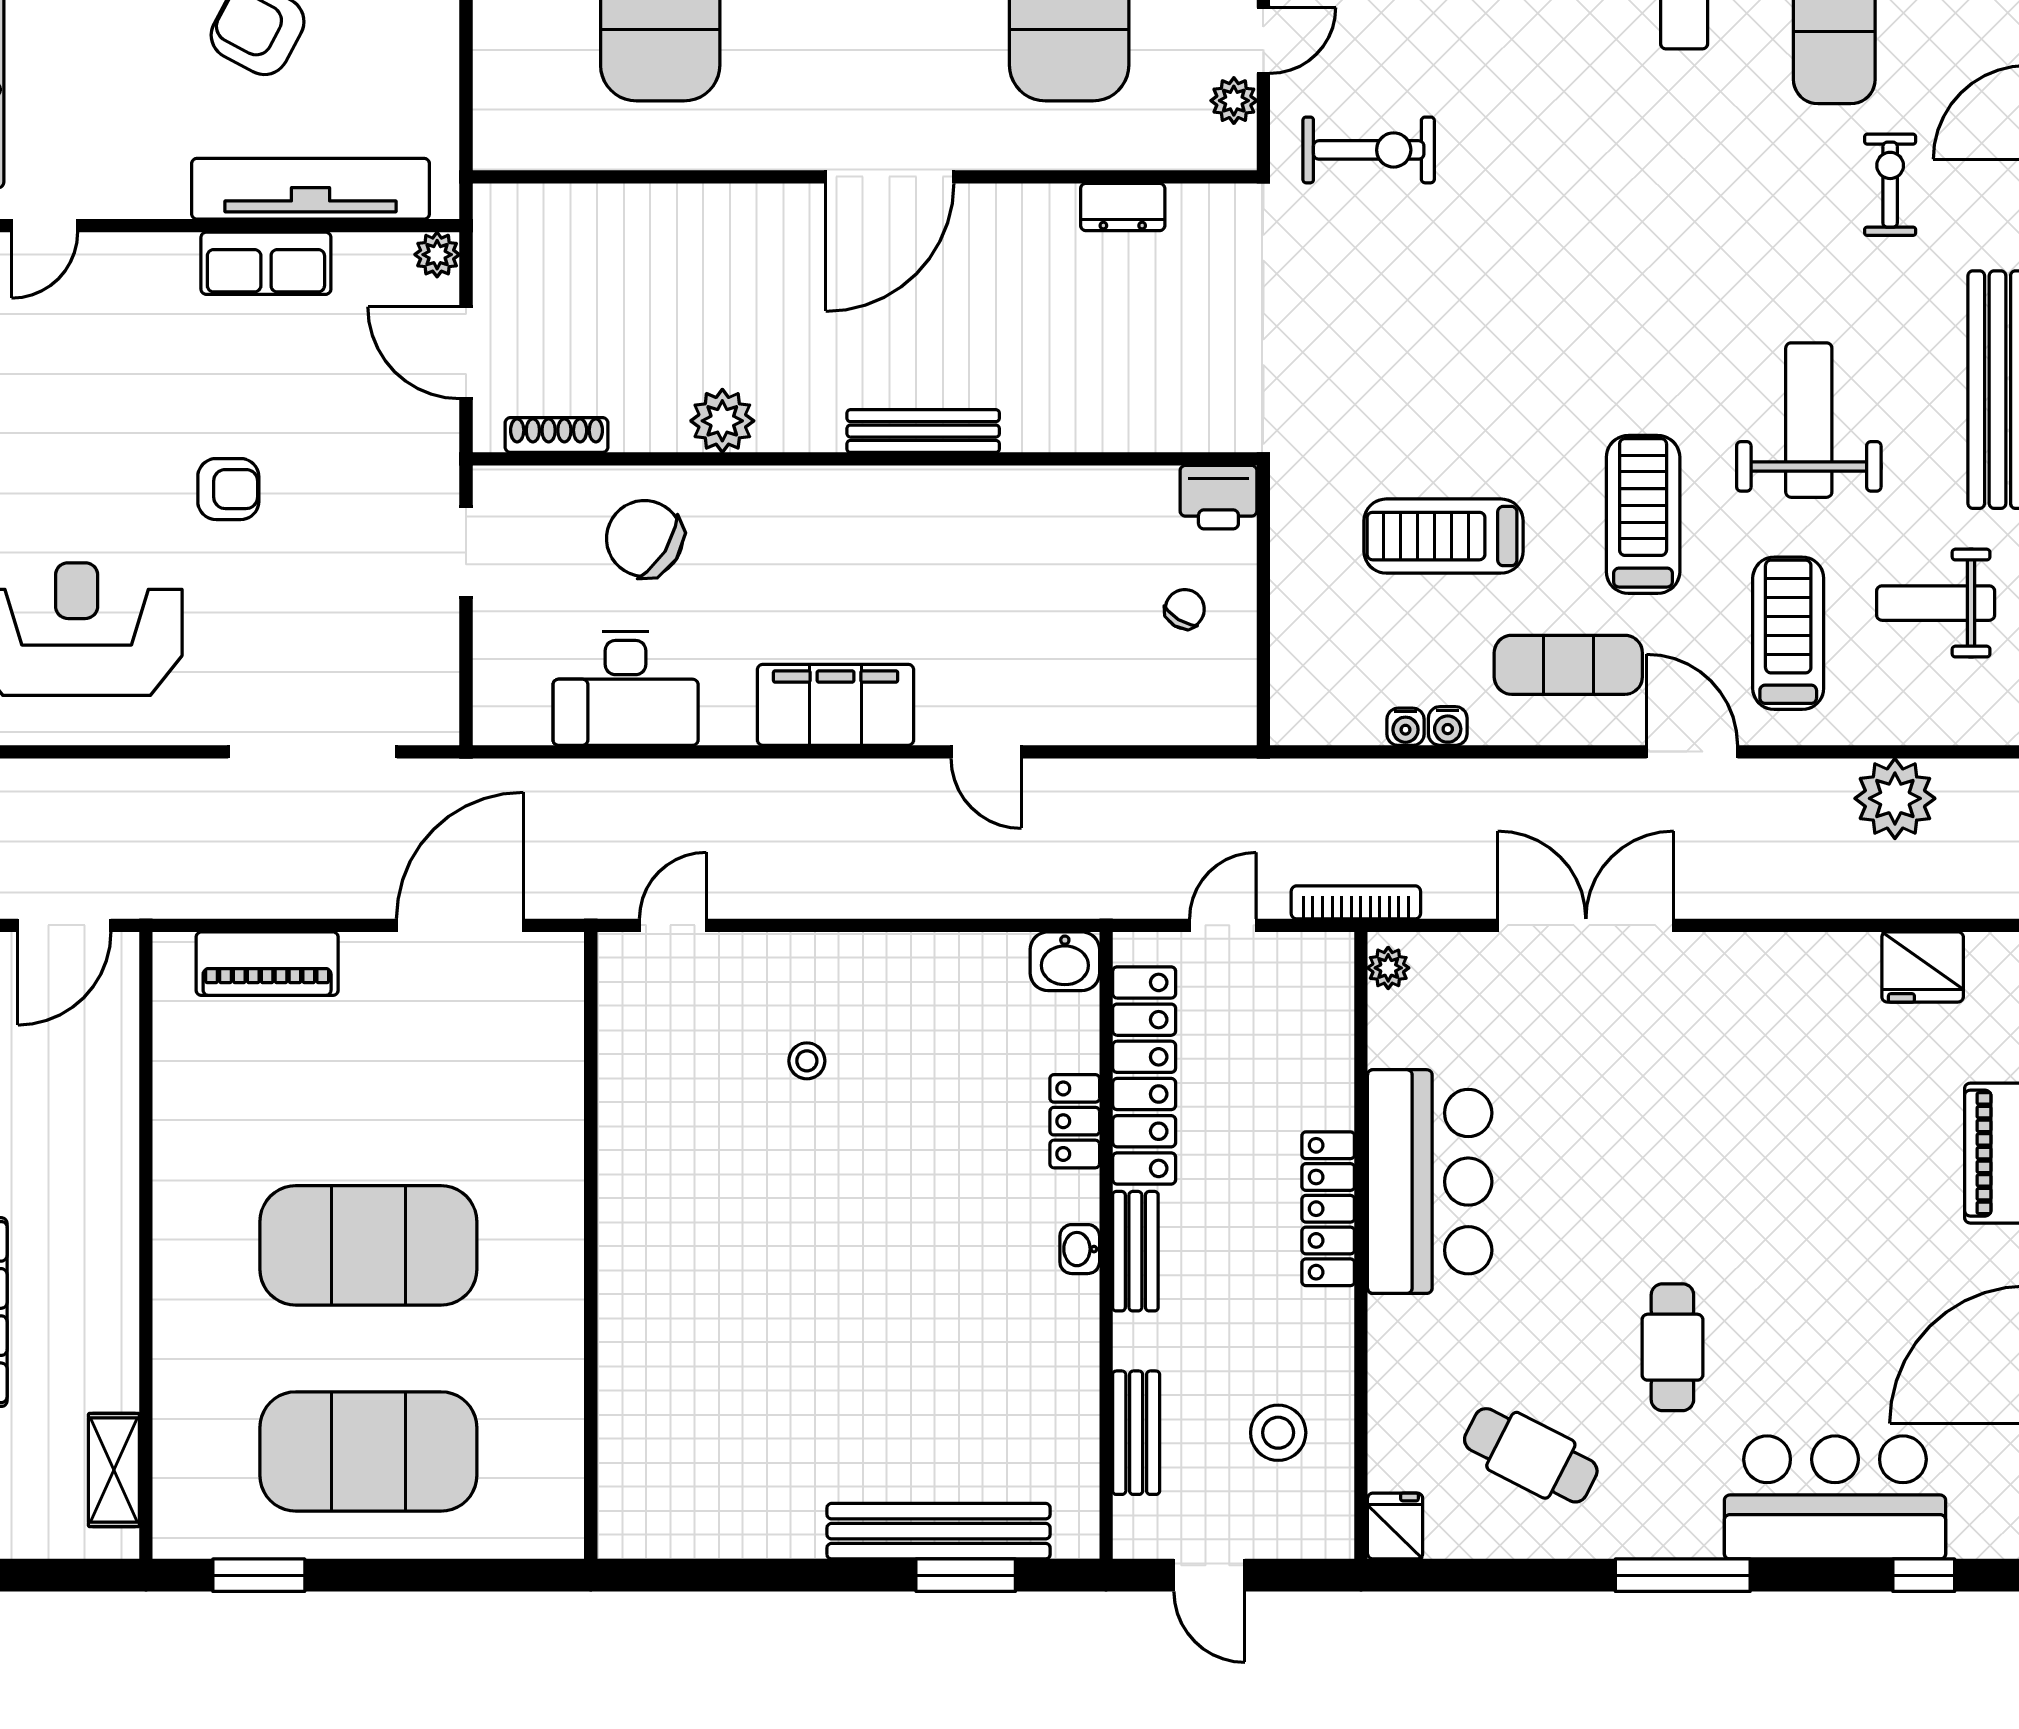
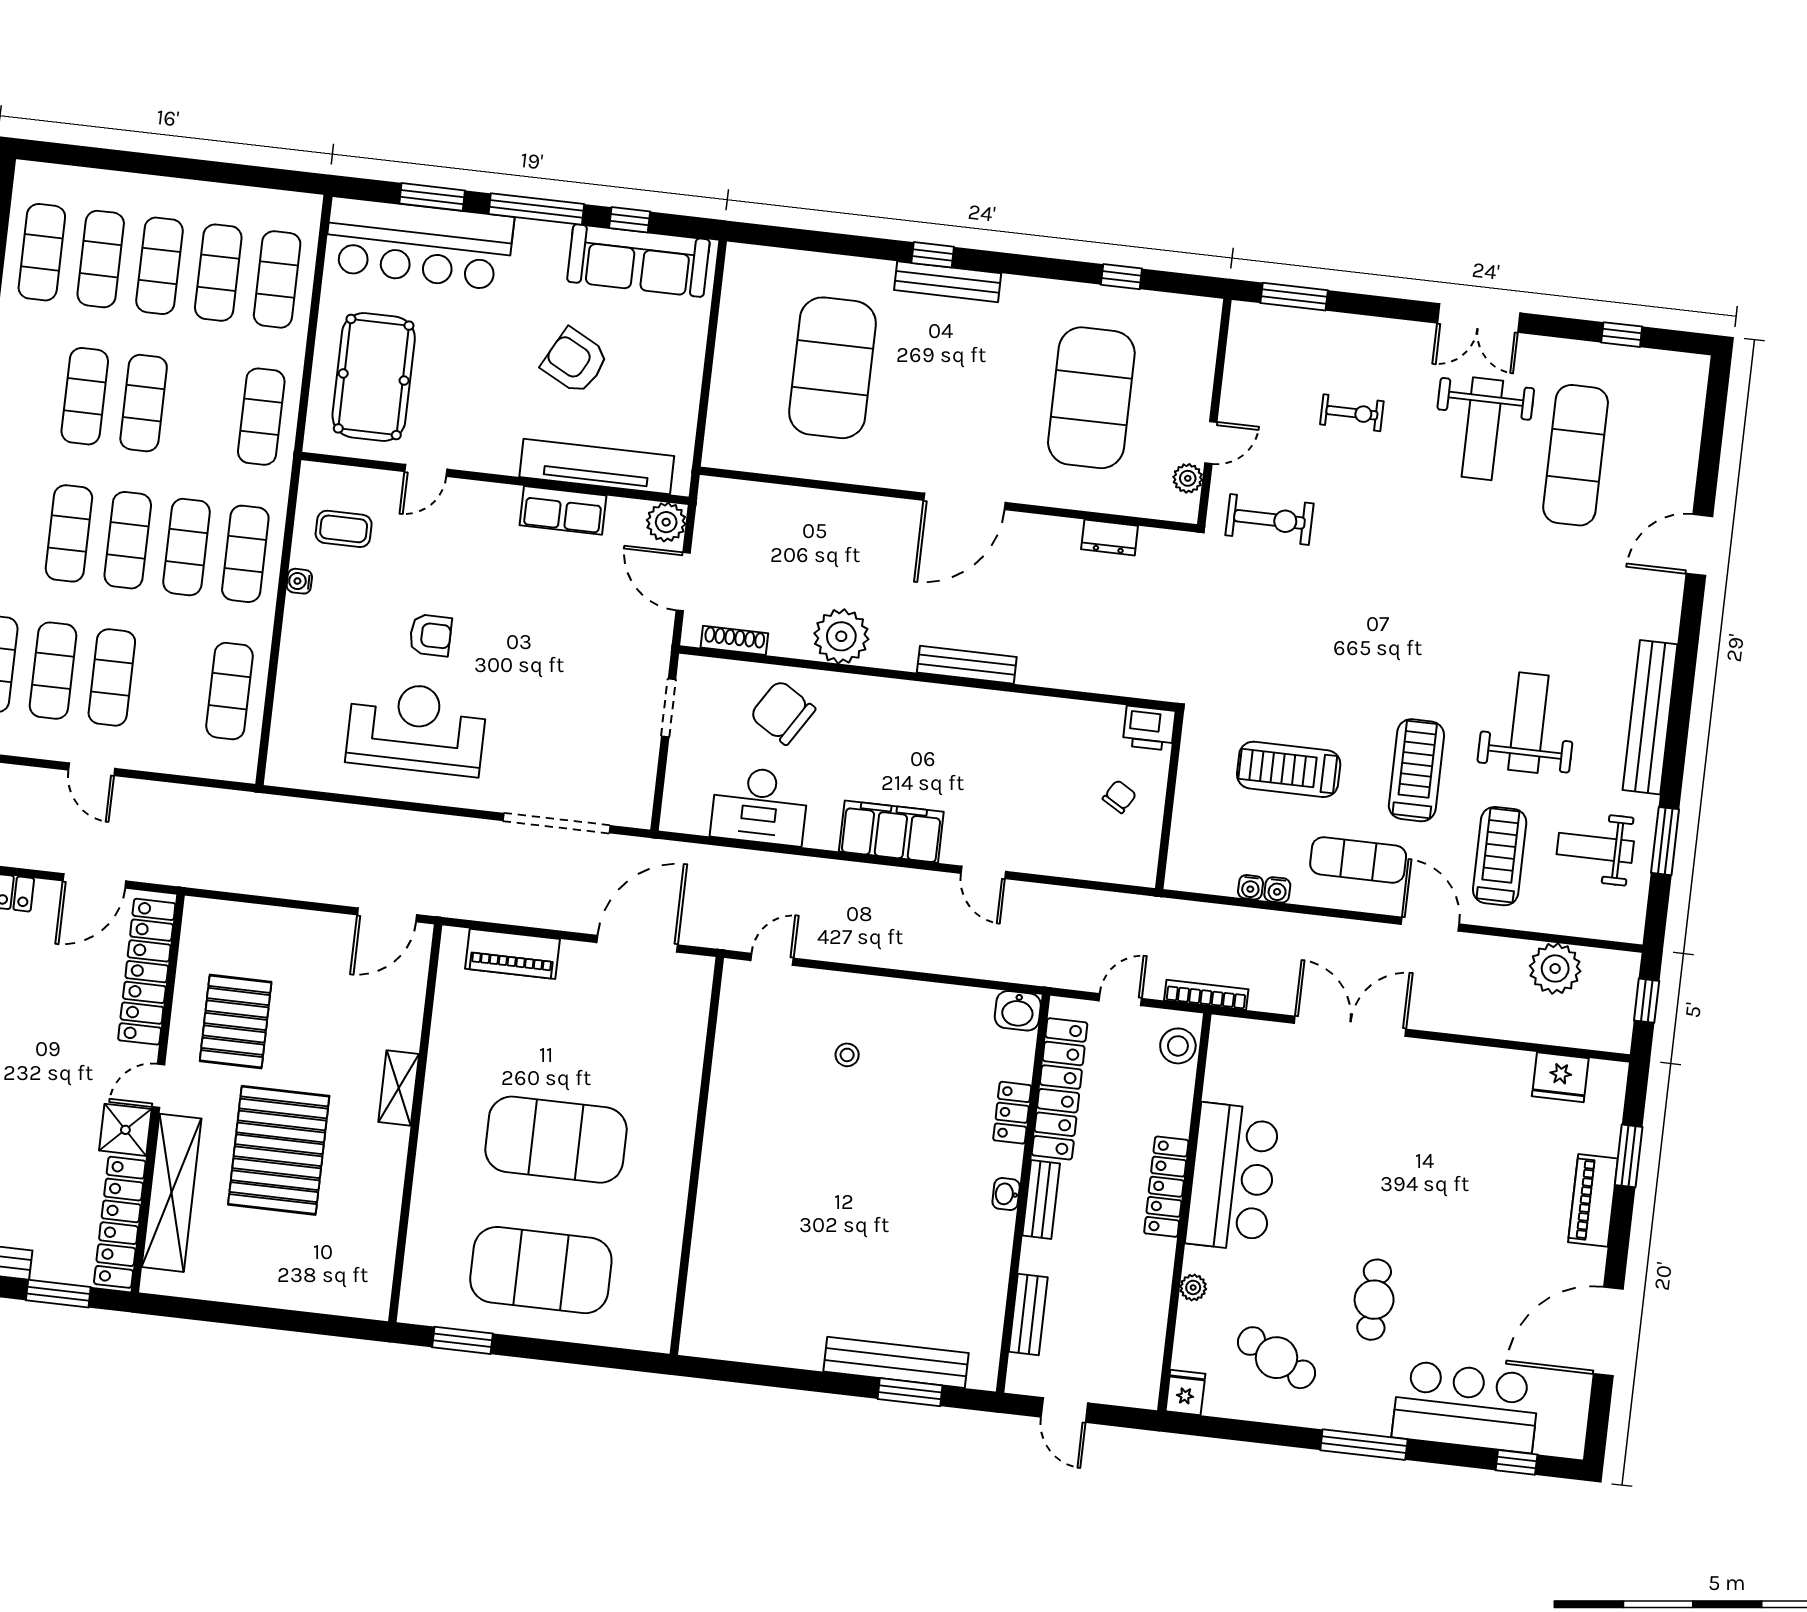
exercise bike: (1890, 185) -> (1597, 580), removed
plant: (437, 255) -> (666, 522), width x1.38, depth x1.38
plant: (722, 421) -> (841, 636), width x1.36, depth x1.36
armchair: (228, 489) -> (430, 635), moved
plant: (1388, 968) -> (1193, 1287), moved
stool: (1278, 1433) -> (1178, 1046), moved
shelving: (114, 1470) -> (399, 1088), moved

